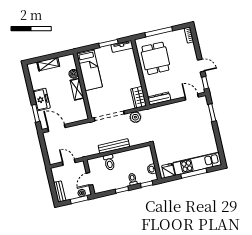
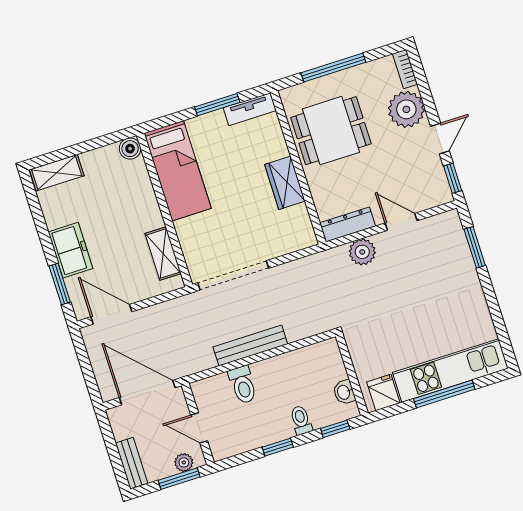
plant: (188, 52) -> (406, 109), added
dining table: (155, 58) -> (331, 131), turned 90
shelving: (48, 64) -> (57, 173), moved
door: (201, 66) -> (440, 139), hinge flipped
boiler: (74, 74) -> (130, 149), moved
shelving: (77, 89) -> (163, 254), moved
wardrobe: (138, 97) -> (285, 183), moved
door: (192, 97) -> (401, 222), moved
plant: (135, 117) -> (362, 252), moved
door: (69, 162) -> (147, 393), width x1.87
door: (89, 179) -> (199, 428), hinge flipped

